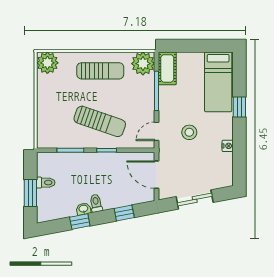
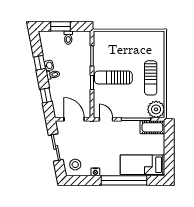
plant: (47, 63) -> (157, 39), removed
window: (239, 107) -> (124, 180), width x3.17
sun lounger: (100, 121) -> (113, 78), turned 71
stool: (189, 132) -> (75, 165), moved
door: (156, 175) -> (74, 119), hinge flipped

